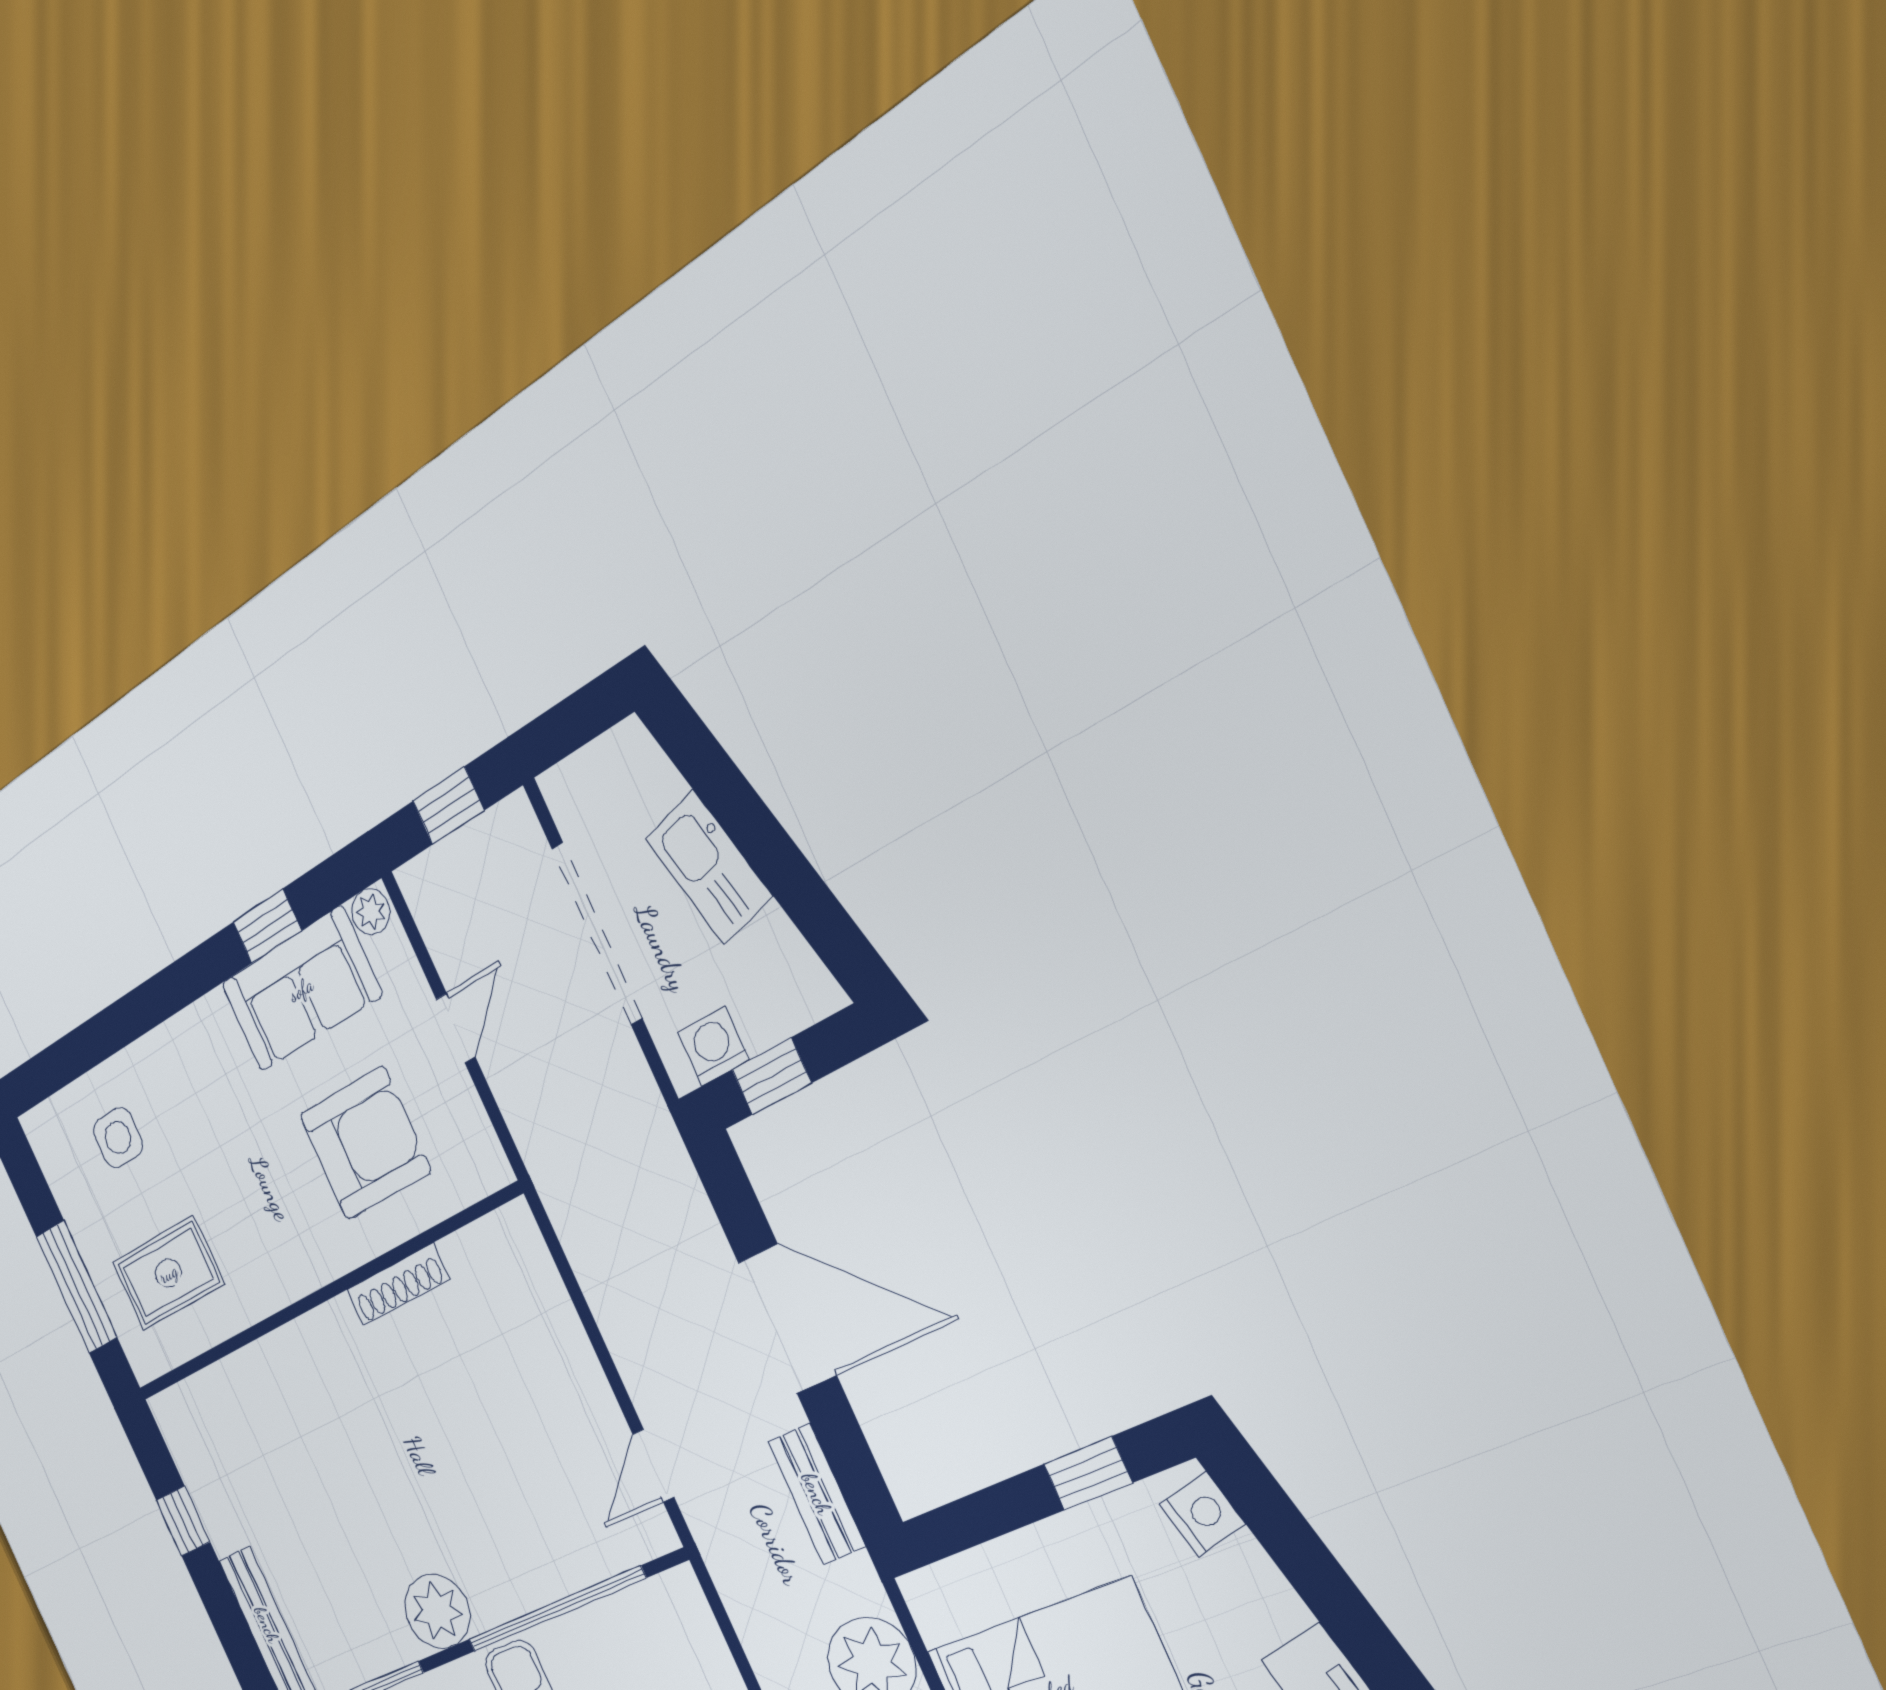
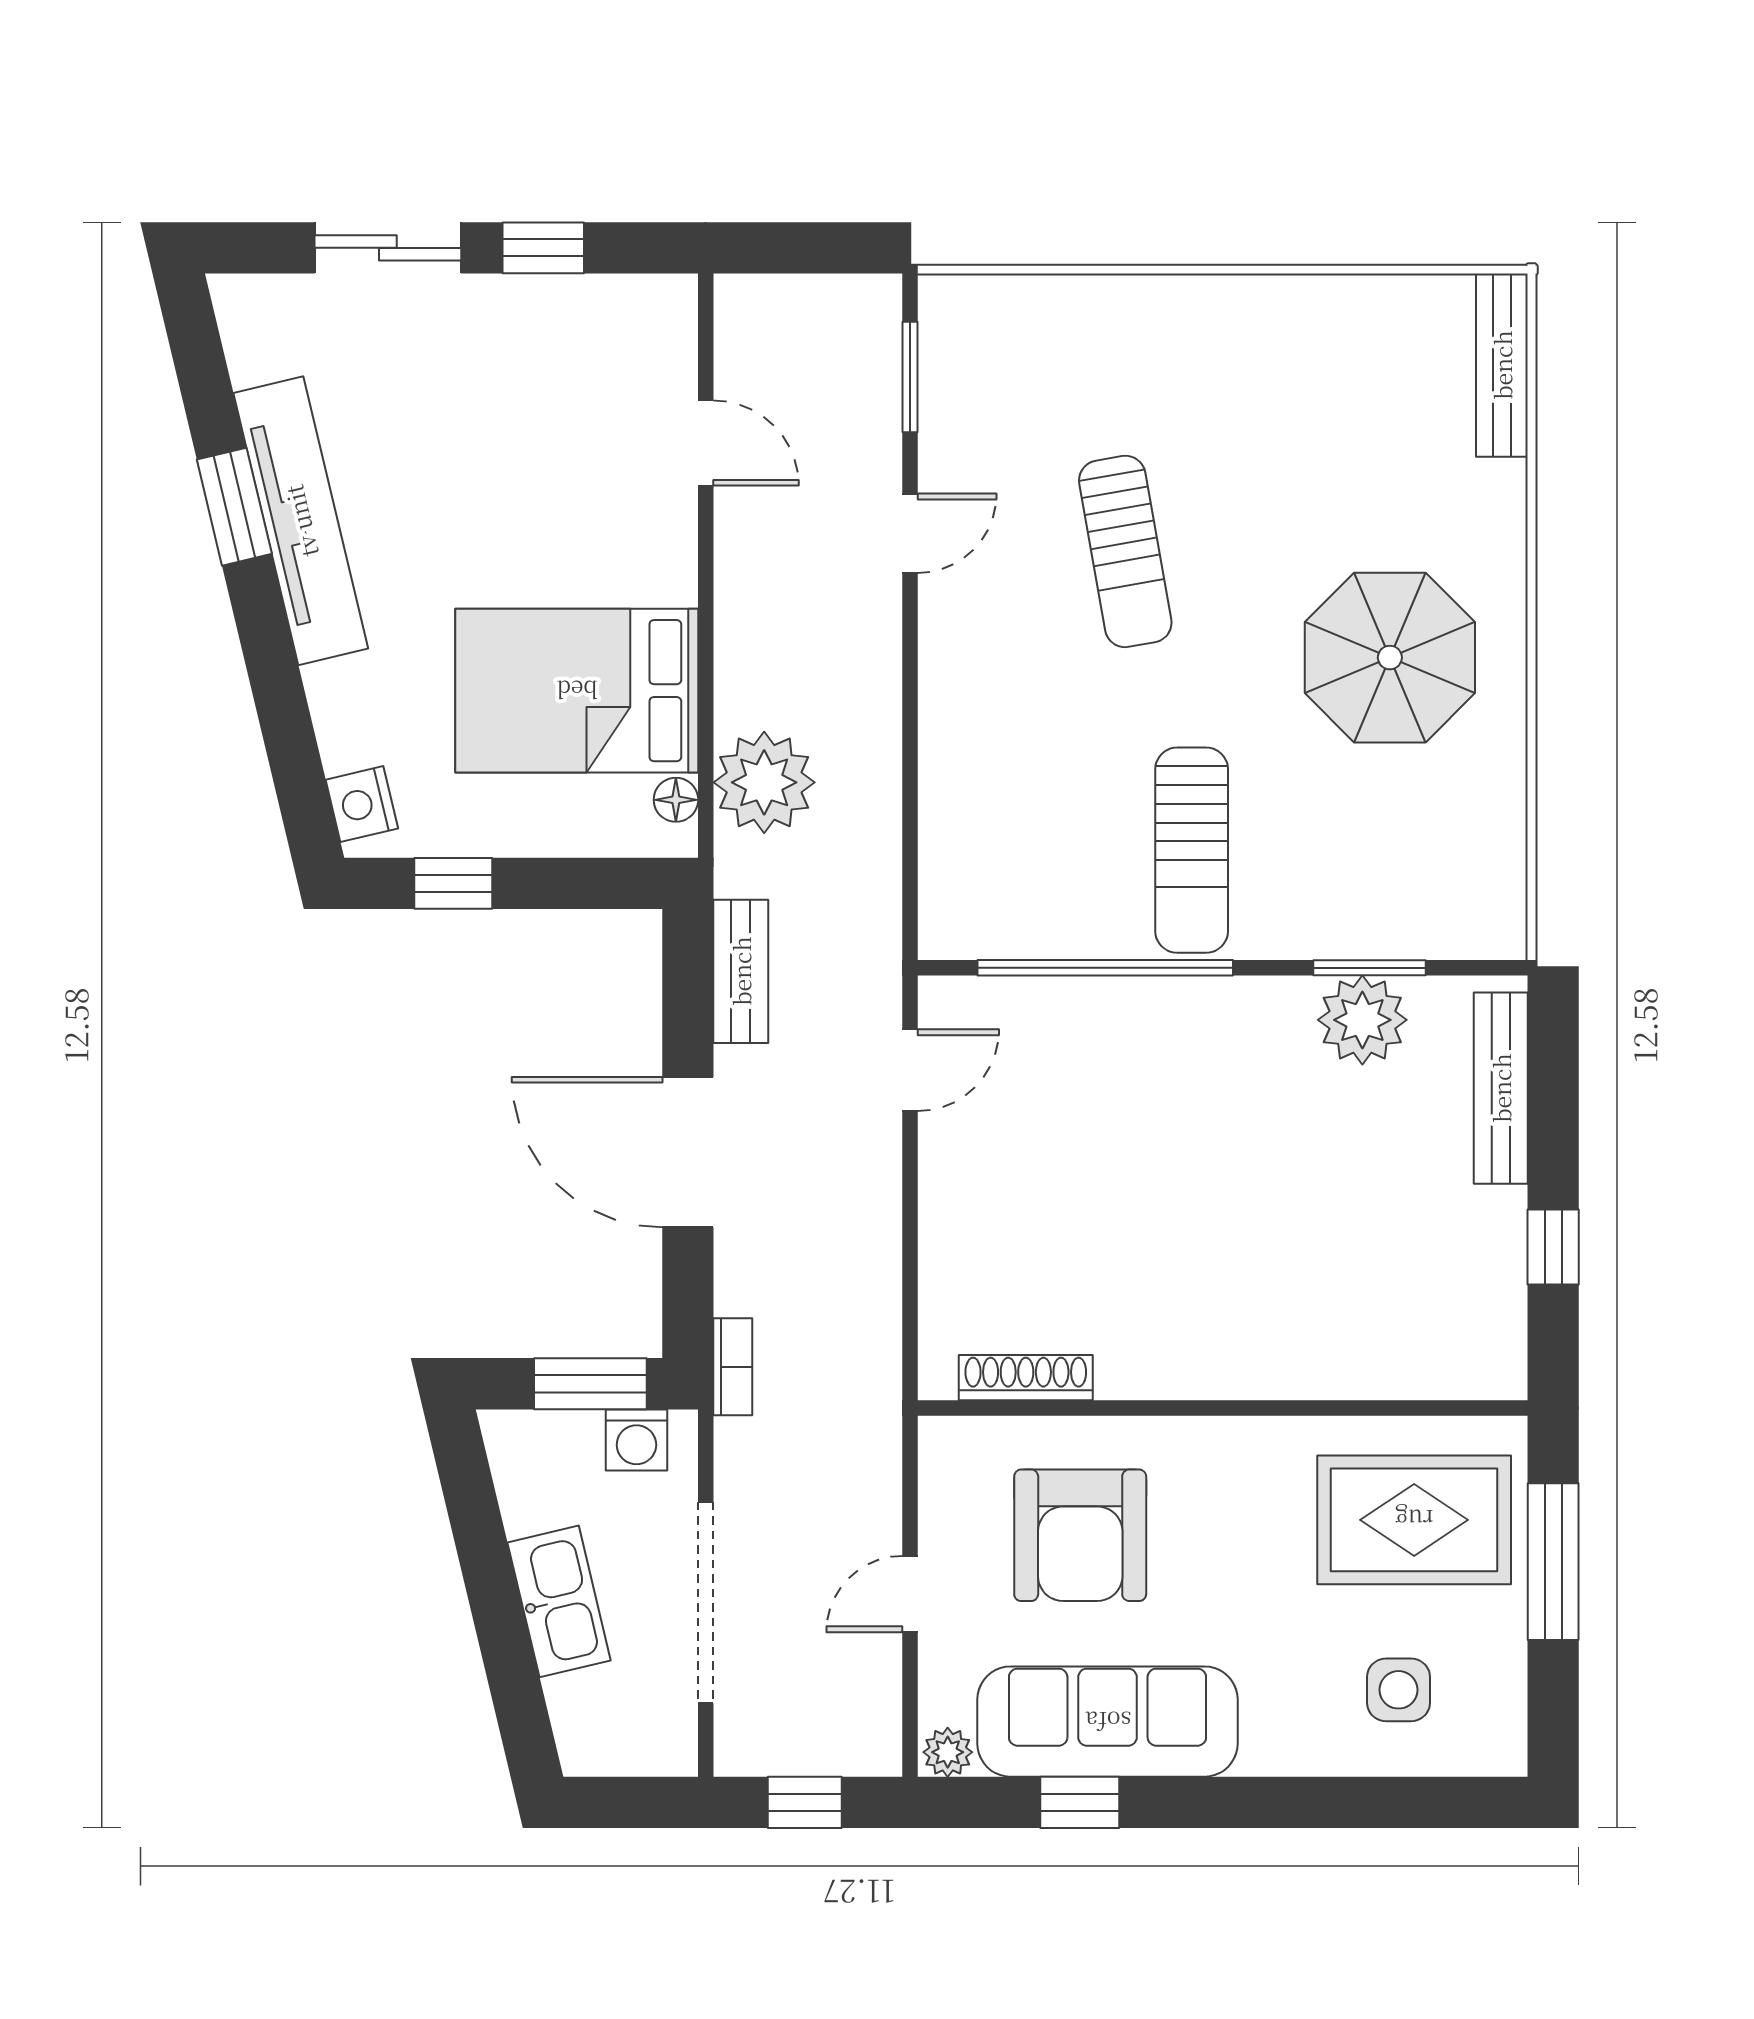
sofa: (301, 989) -> (1108, 1722), width x1.36
window: (772, 1076) -> (590, 1384), width x1.50
armchair: (365, 1143) -> (1080, 1535), turned -90
bookcase: (669, 1150) -> (733, 1367), added
rug: (168, 1273) -> (1414, 1520), width x1.36, depth x1.43
shoe rack: (398, 1285) -> (1026, 1378), moved
plant: (437, 1611) -> (1362, 1020), moved
floor lamp: (935, 1622) -> (676, 800), added

